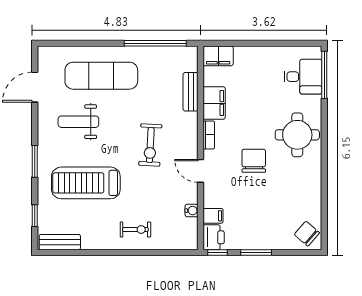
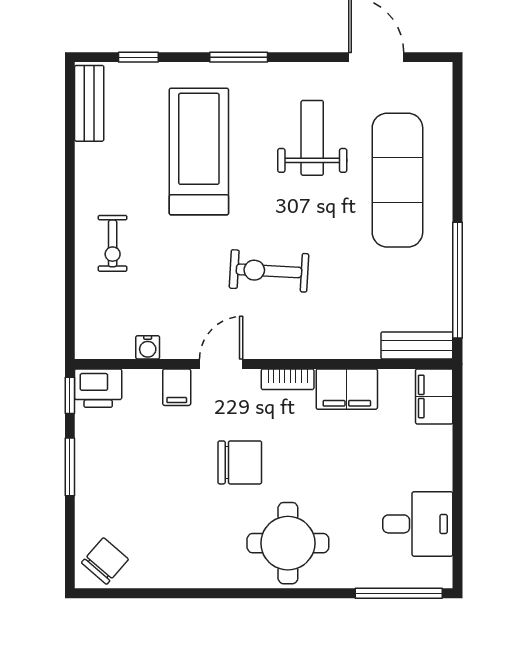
desk: (303, 77) -> (418, 524), moved, turned -90
bench: (191, 92) -> (417, 345), moved
filing cabinet: (213, 216) -> (177, 387), moved

